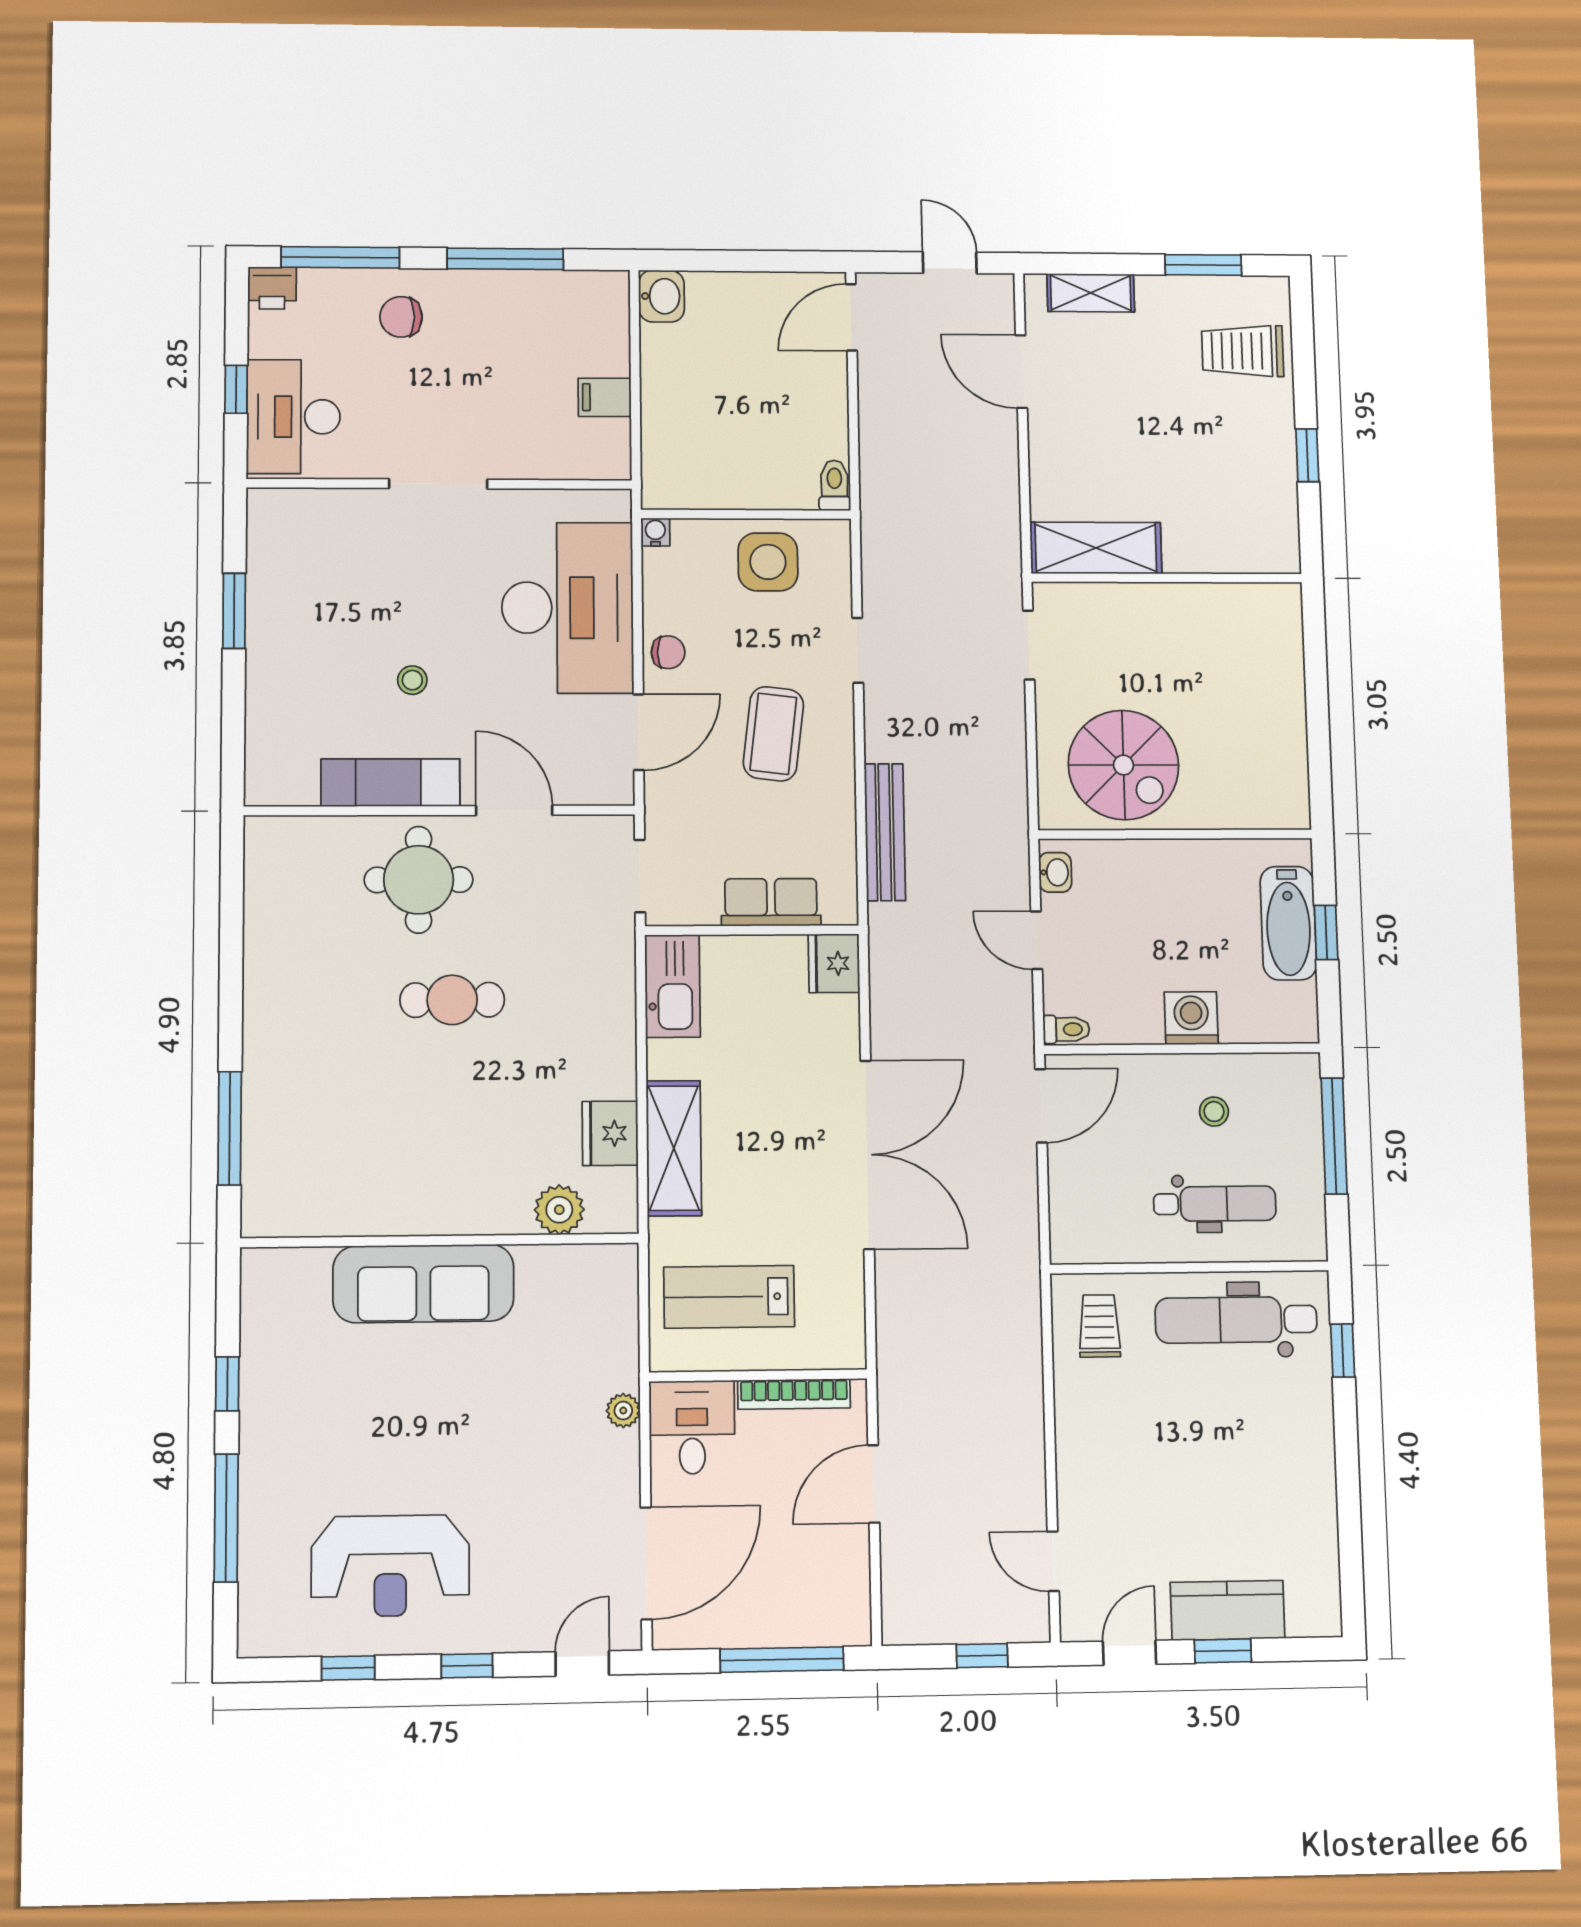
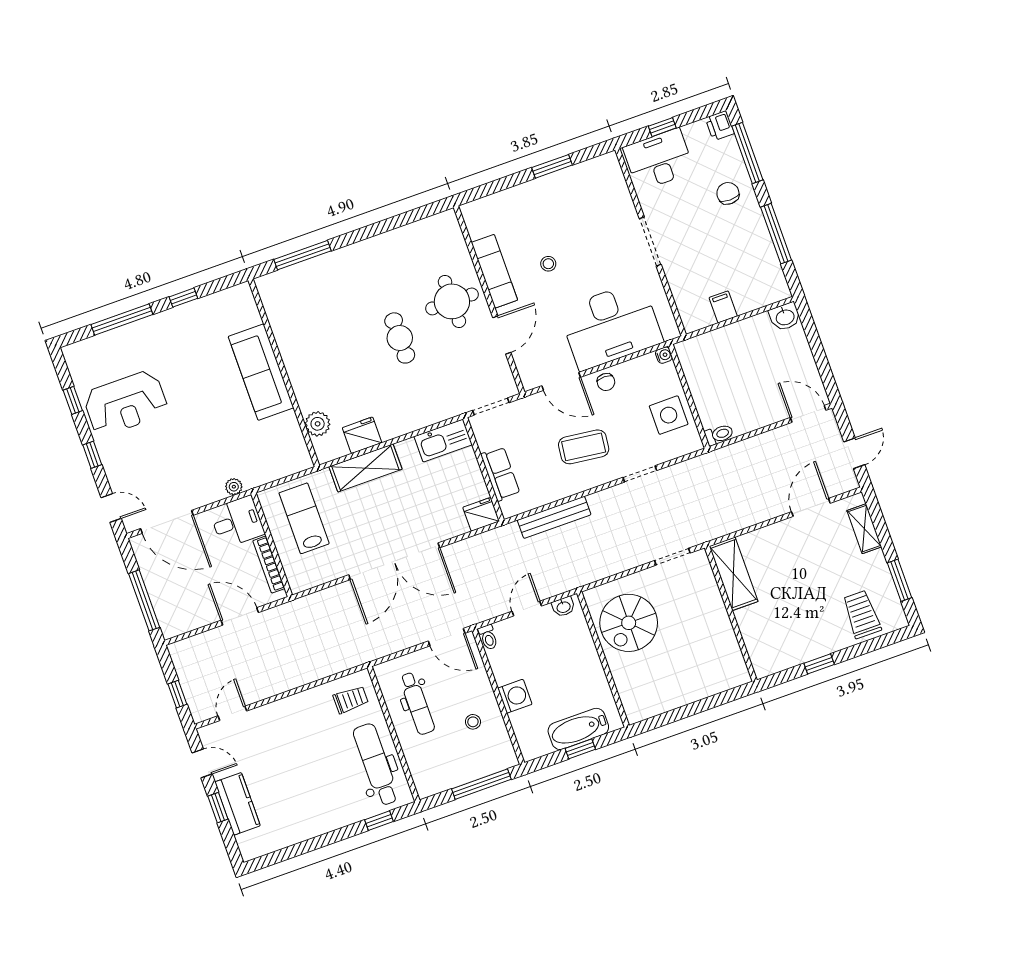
dental chair: (1215, 1204) -> (417, 703), moved
reception desk: (390, 1566) -> (126, 403), turned -90

